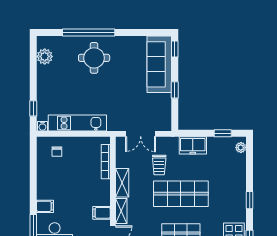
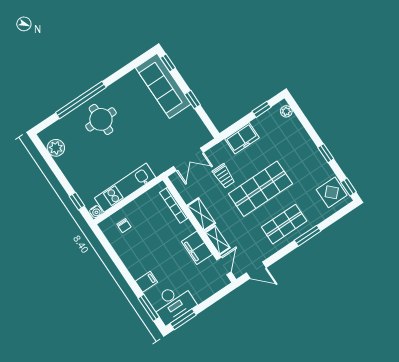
filing cabinet: (101, 213) -> (197, 248), width x2.00

